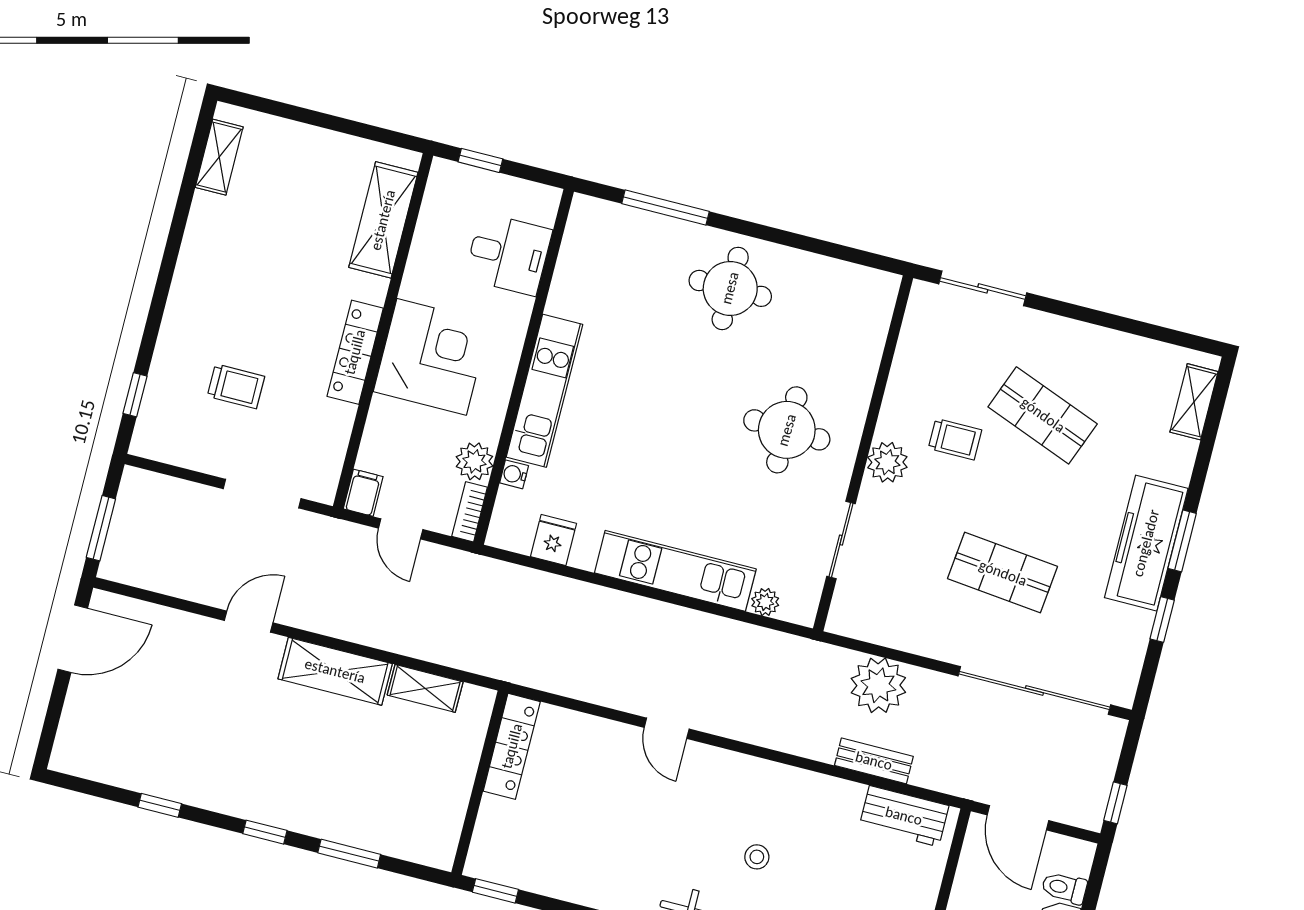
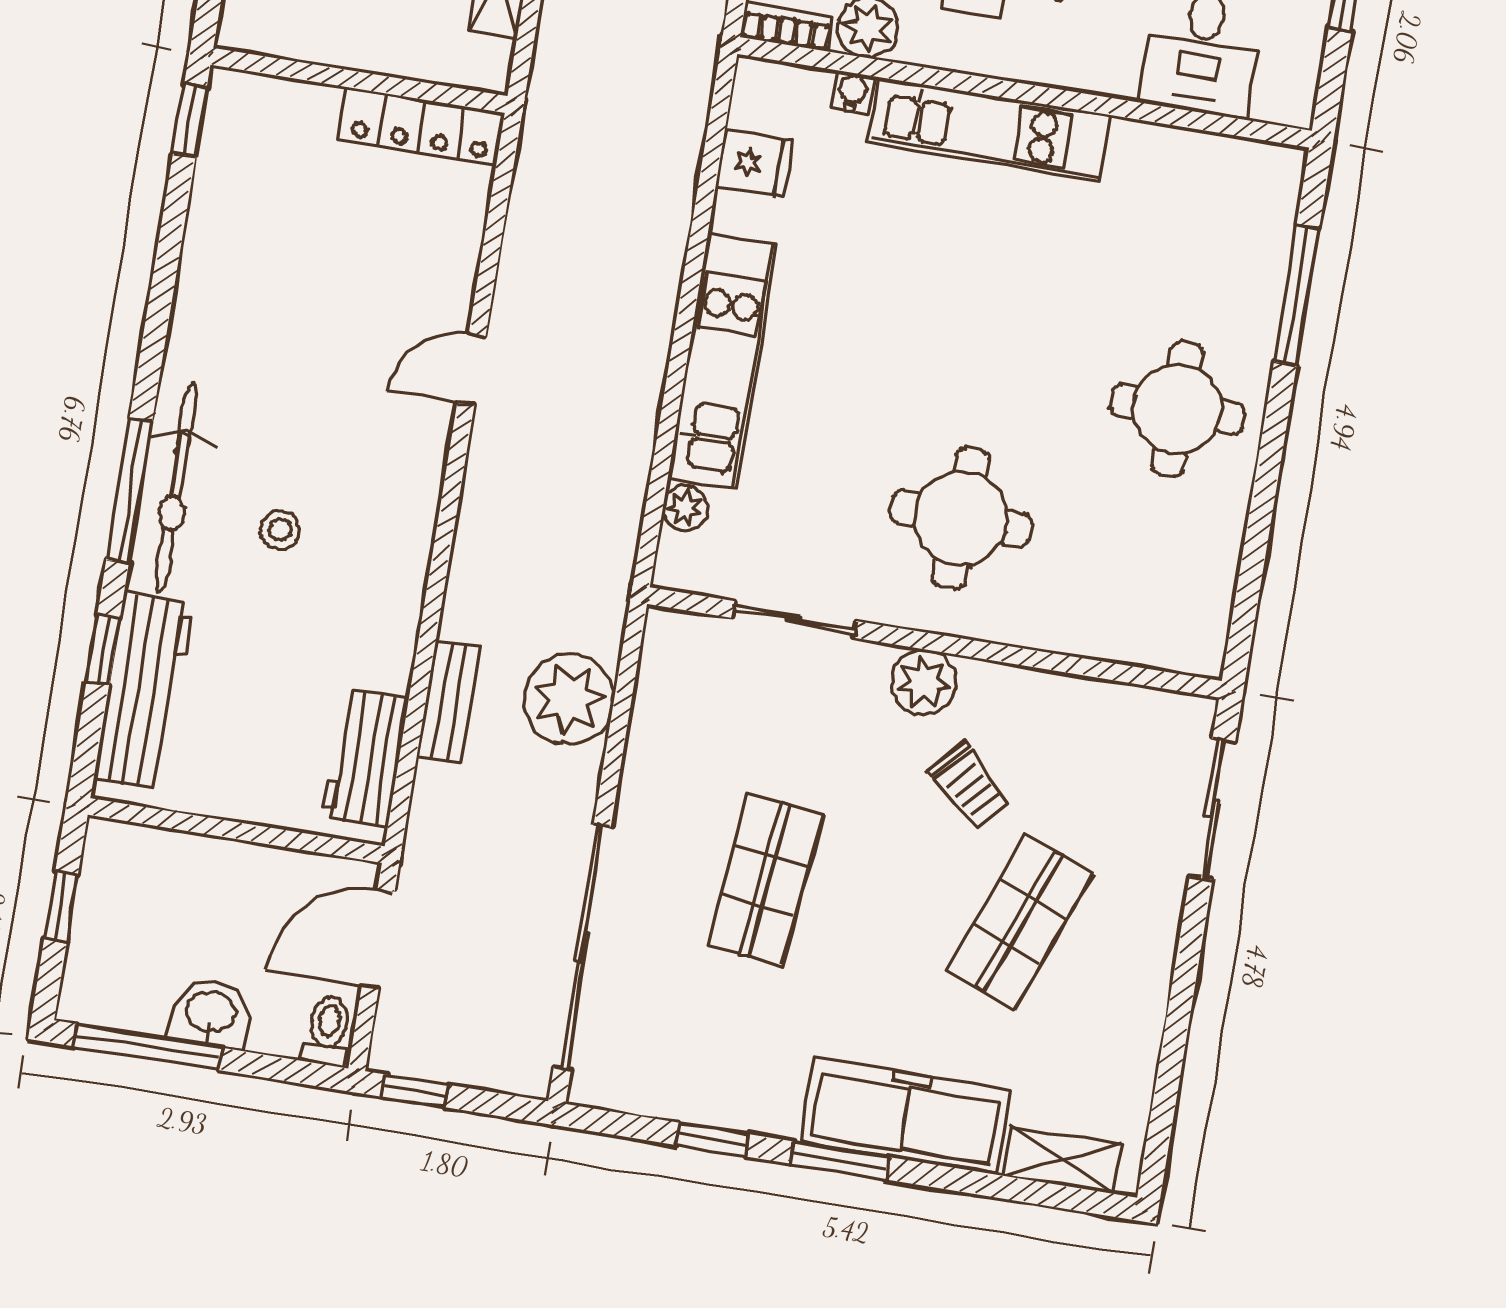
trolley: (955, 439) -> (970, 786), turned -47
freezer: (1146, 543) -> (906, 1116), moved
toilet: (1064, 888) -> (328, 1031), moved

